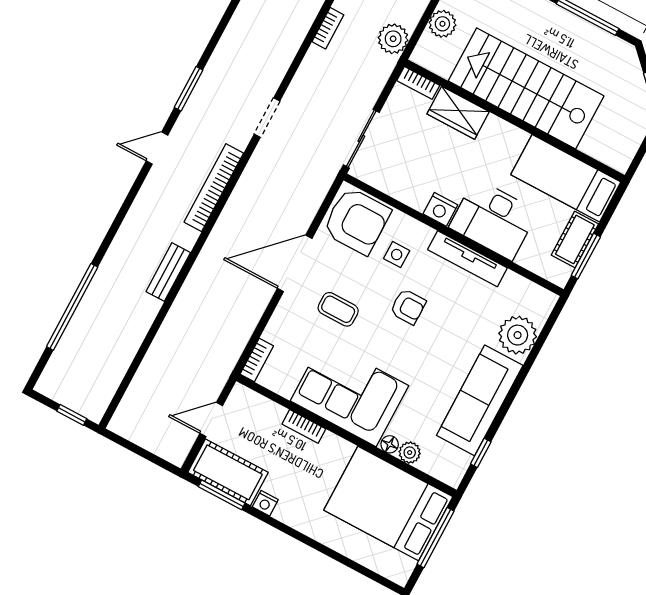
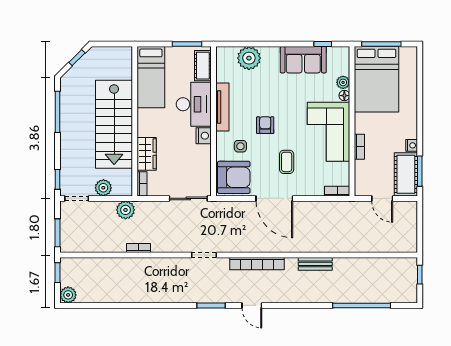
armchair: (357, 221) -> (234, 177), turned 90
cot: (575, 240) -> (203, 66), moved, turned 90
sofa: (480, 400) -> (303, 60), width x0.73

